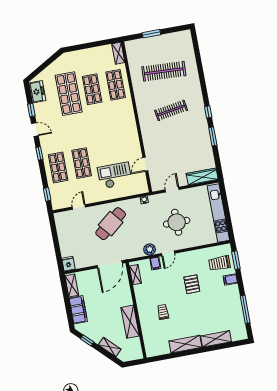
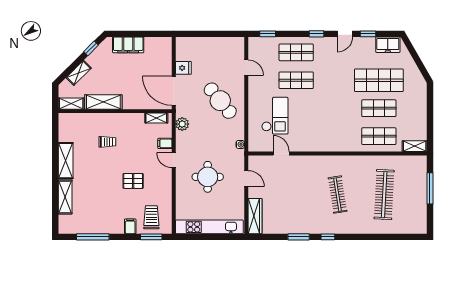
window: (151, 34) -> (430, 188), width x1.44
plant: (150, 249) -> (182, 124), moved
fridge: (68, 264) -> (183, 68), moved
shelving: (72, 286) -> (71, 104), moved

